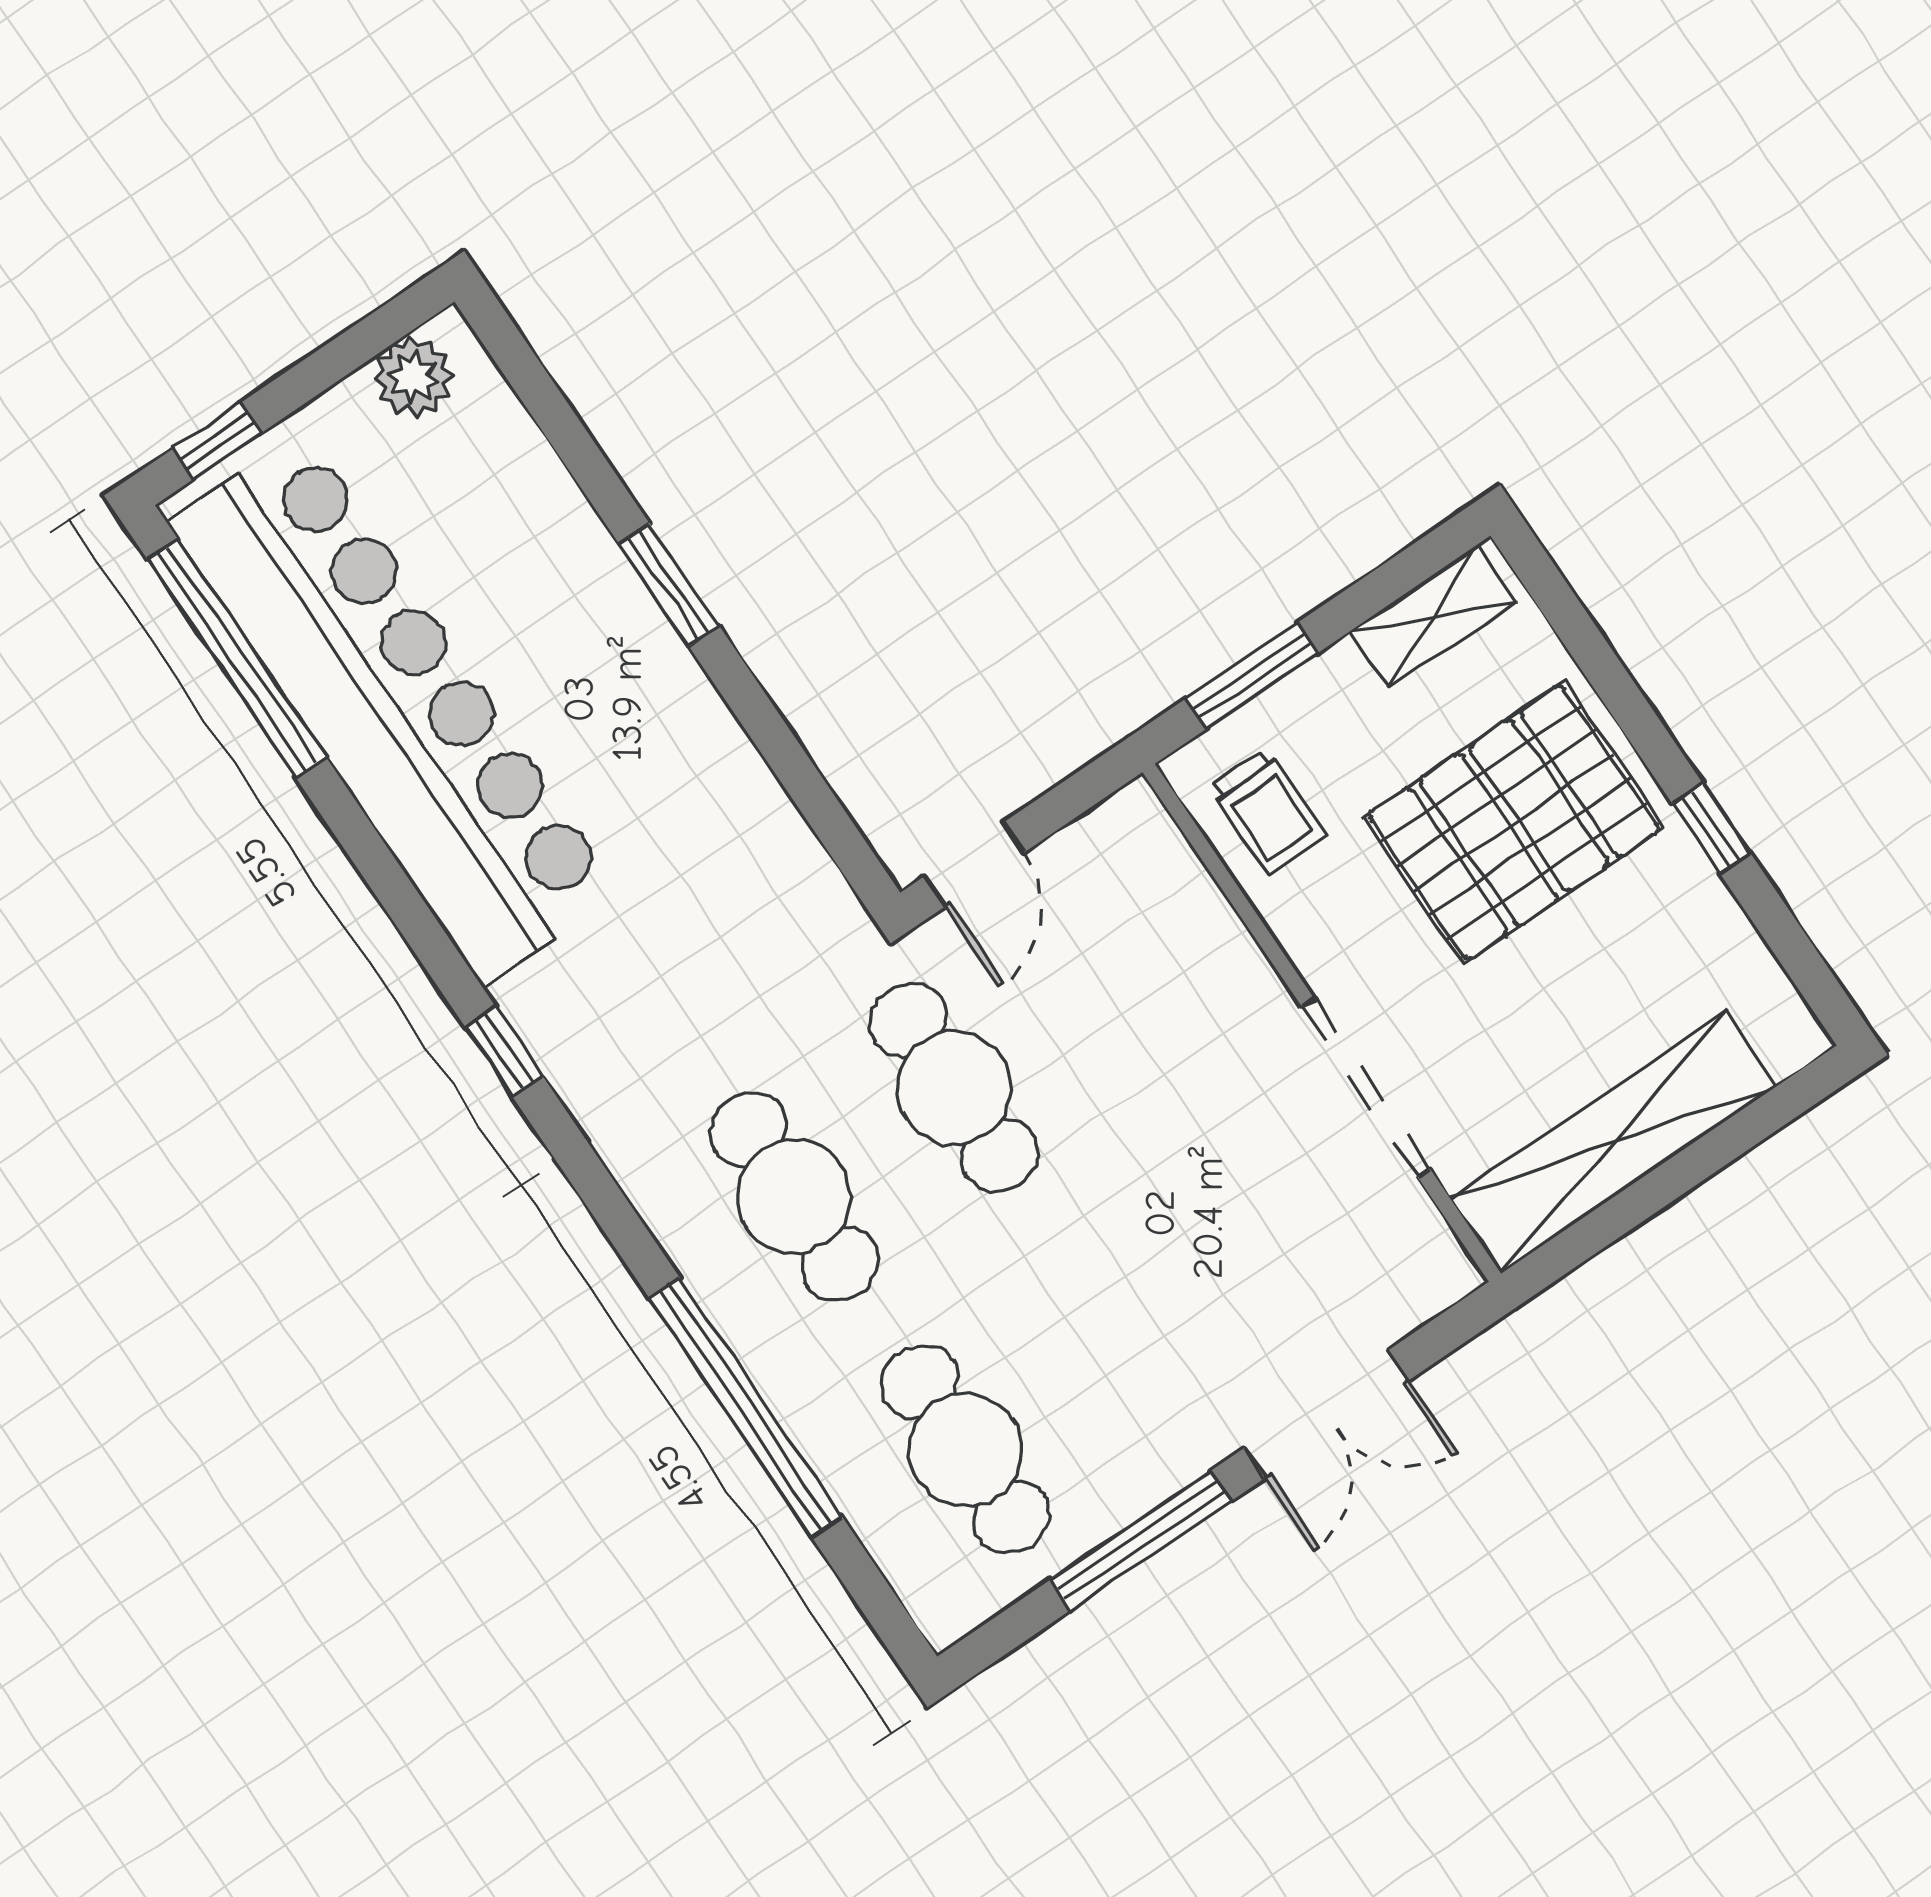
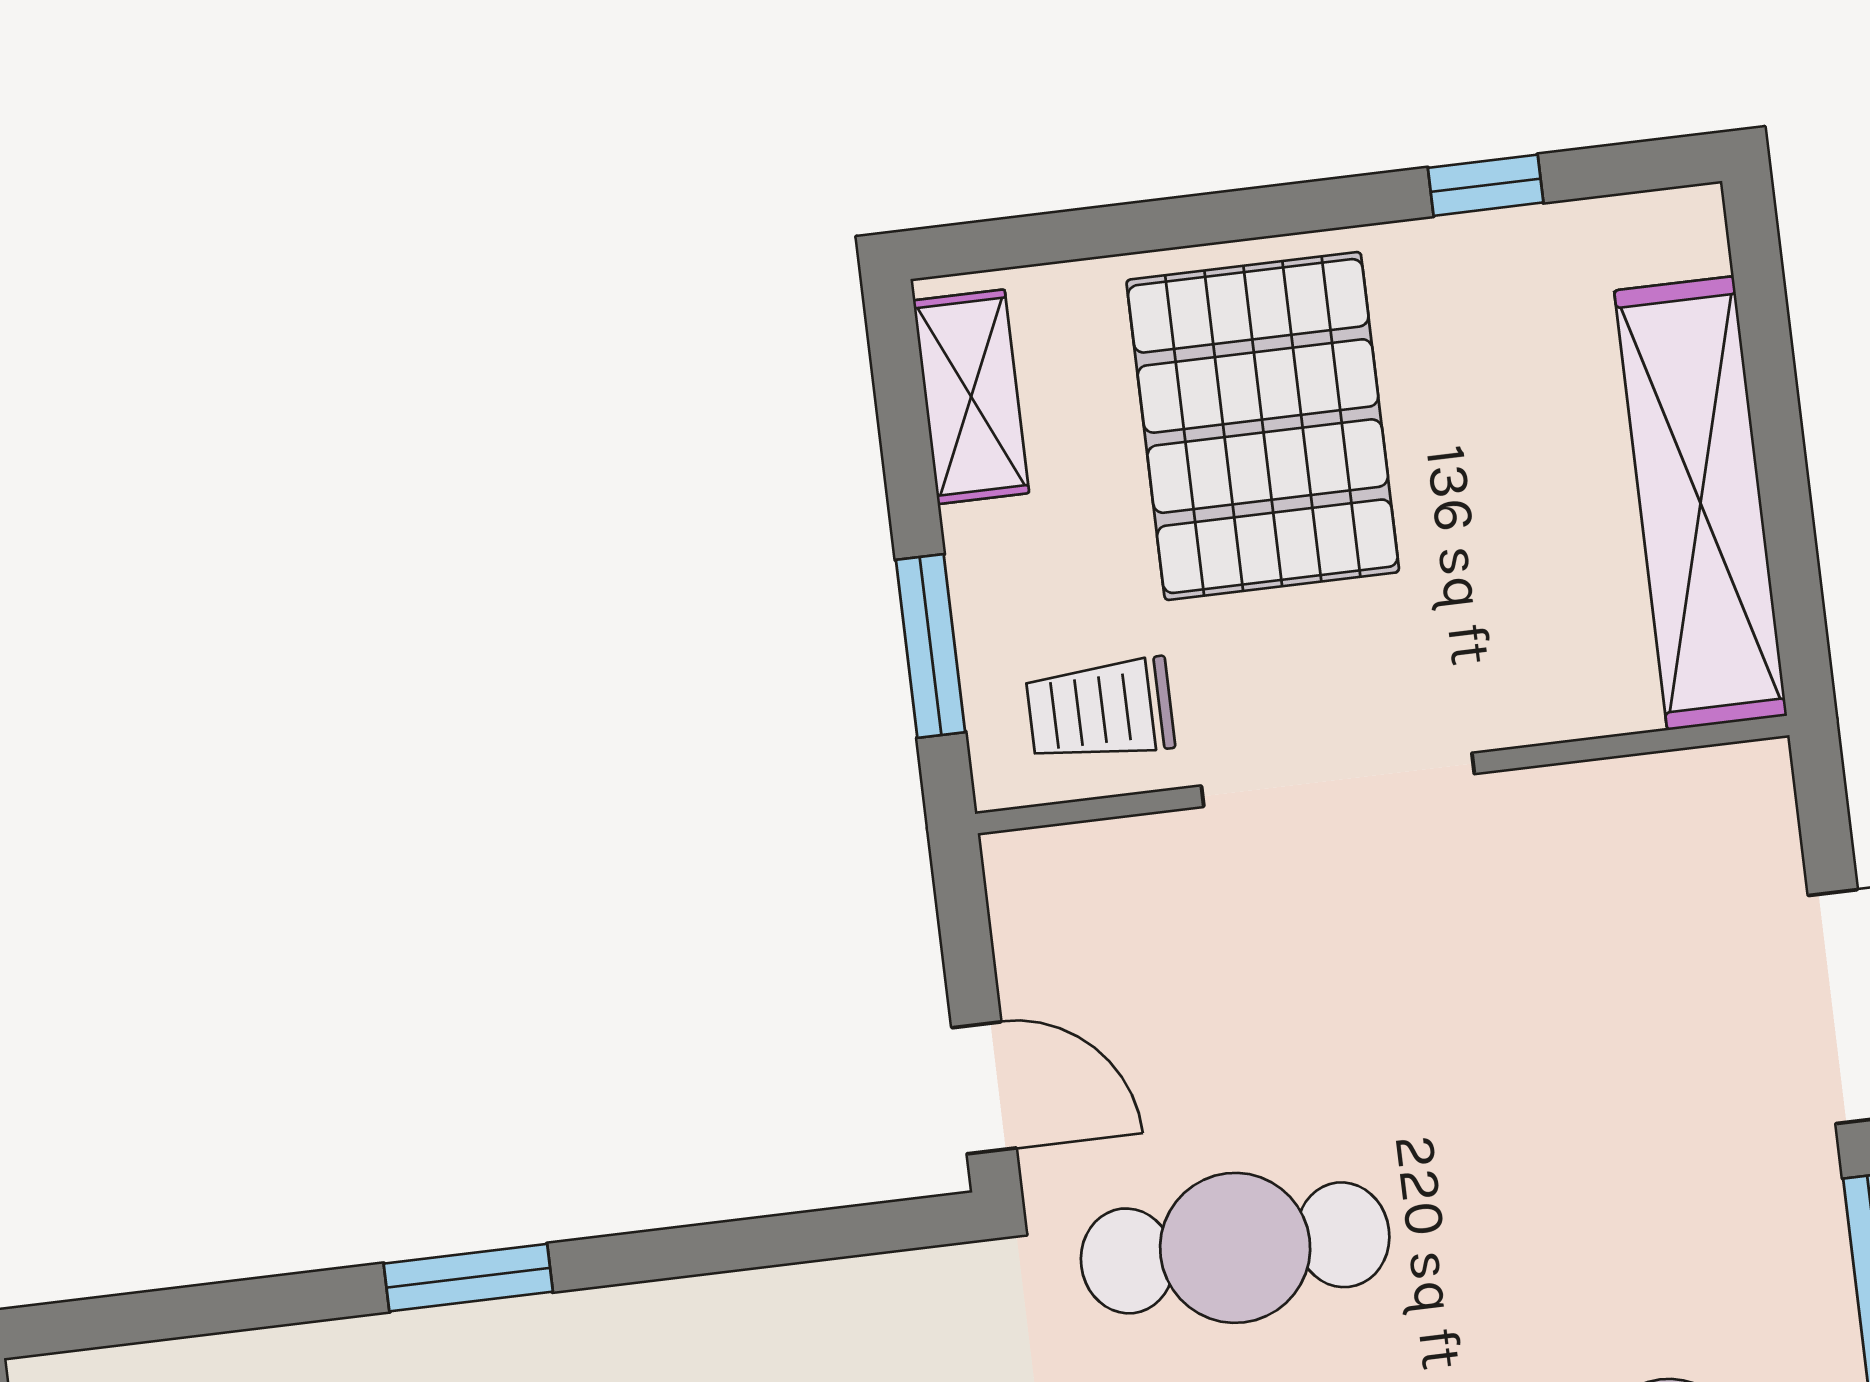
trolley: (1268, 812) -> (1100, 710), turned 180
window: (1711, 828) -> (1486, 185), moved
doorway: (1366, 1088) -> (1338, 780), moved

